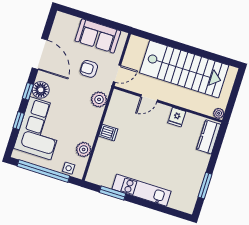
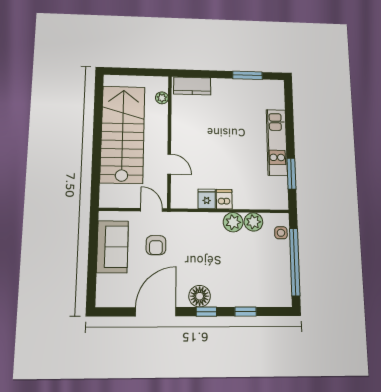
plant: (99, 99) -> (233, 222), moved
plant: (219, 113) -> (162, 98), moved
fridge: (177, 117) -> (207, 199), moved, turned -90
corner sofa: (40, 128) -> (246, 282), removed

